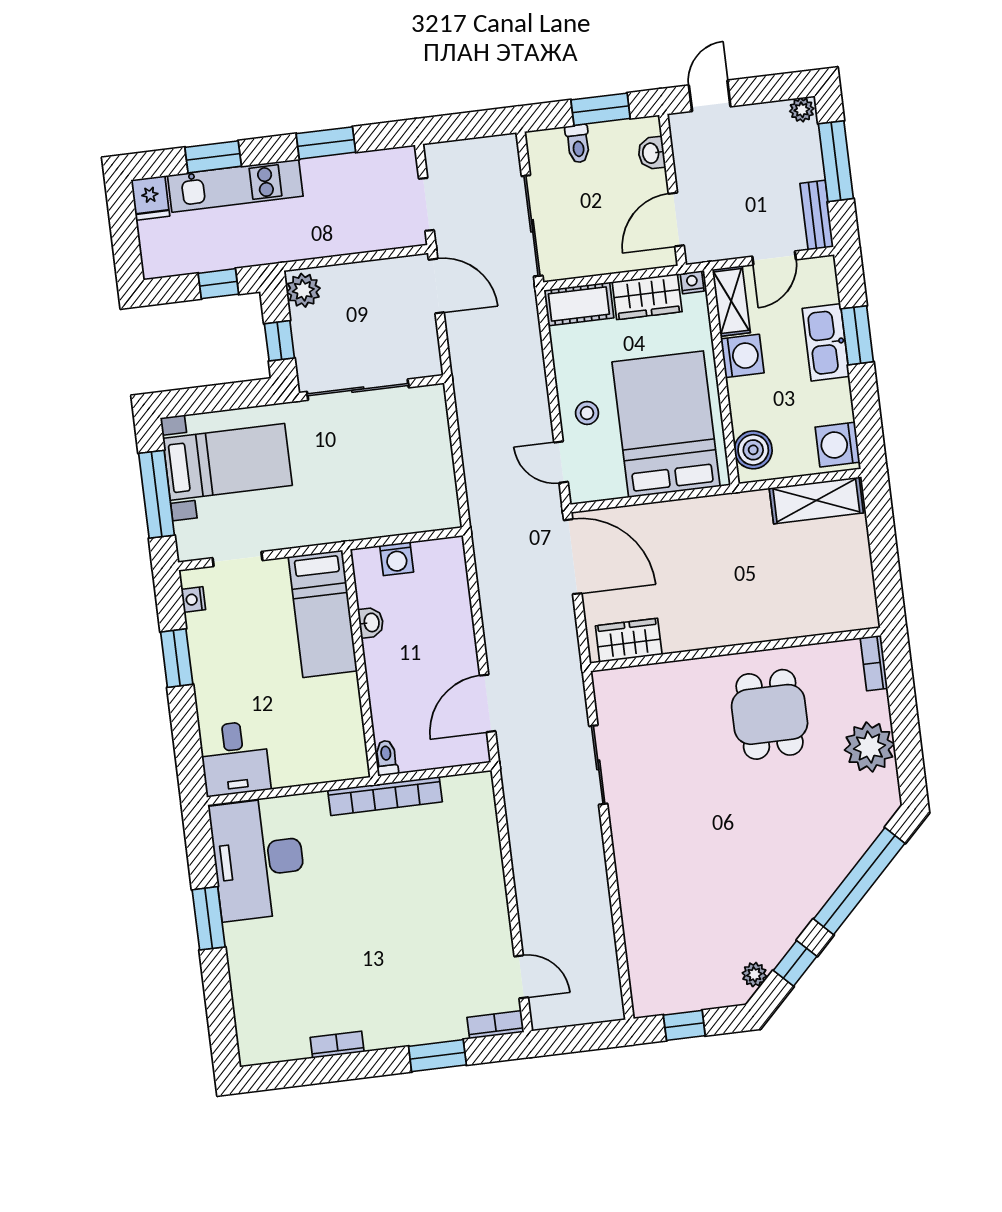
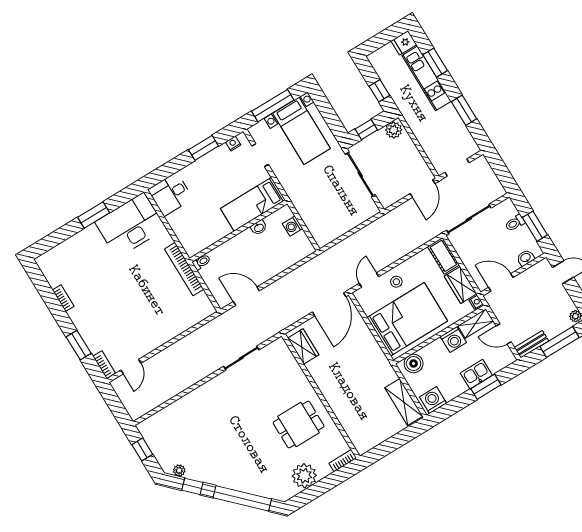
kitchen sink: (826, 342) -> (476, 374), width x0.73

